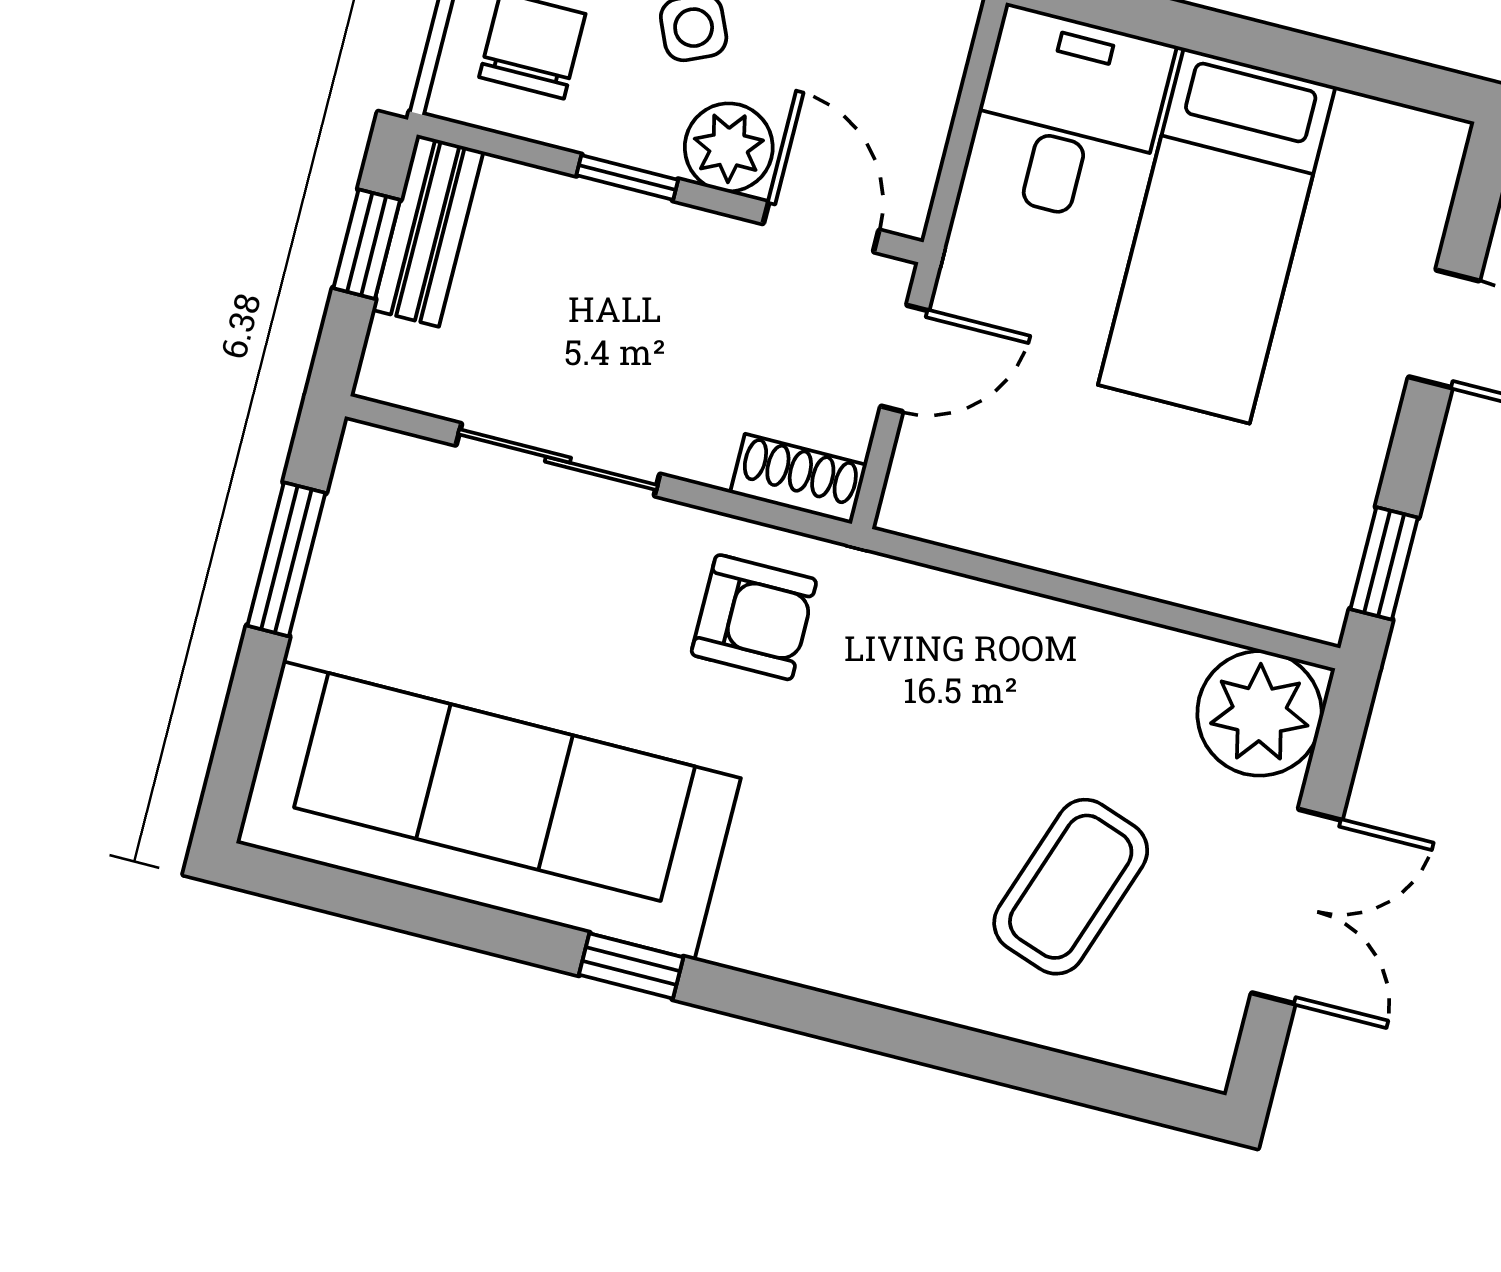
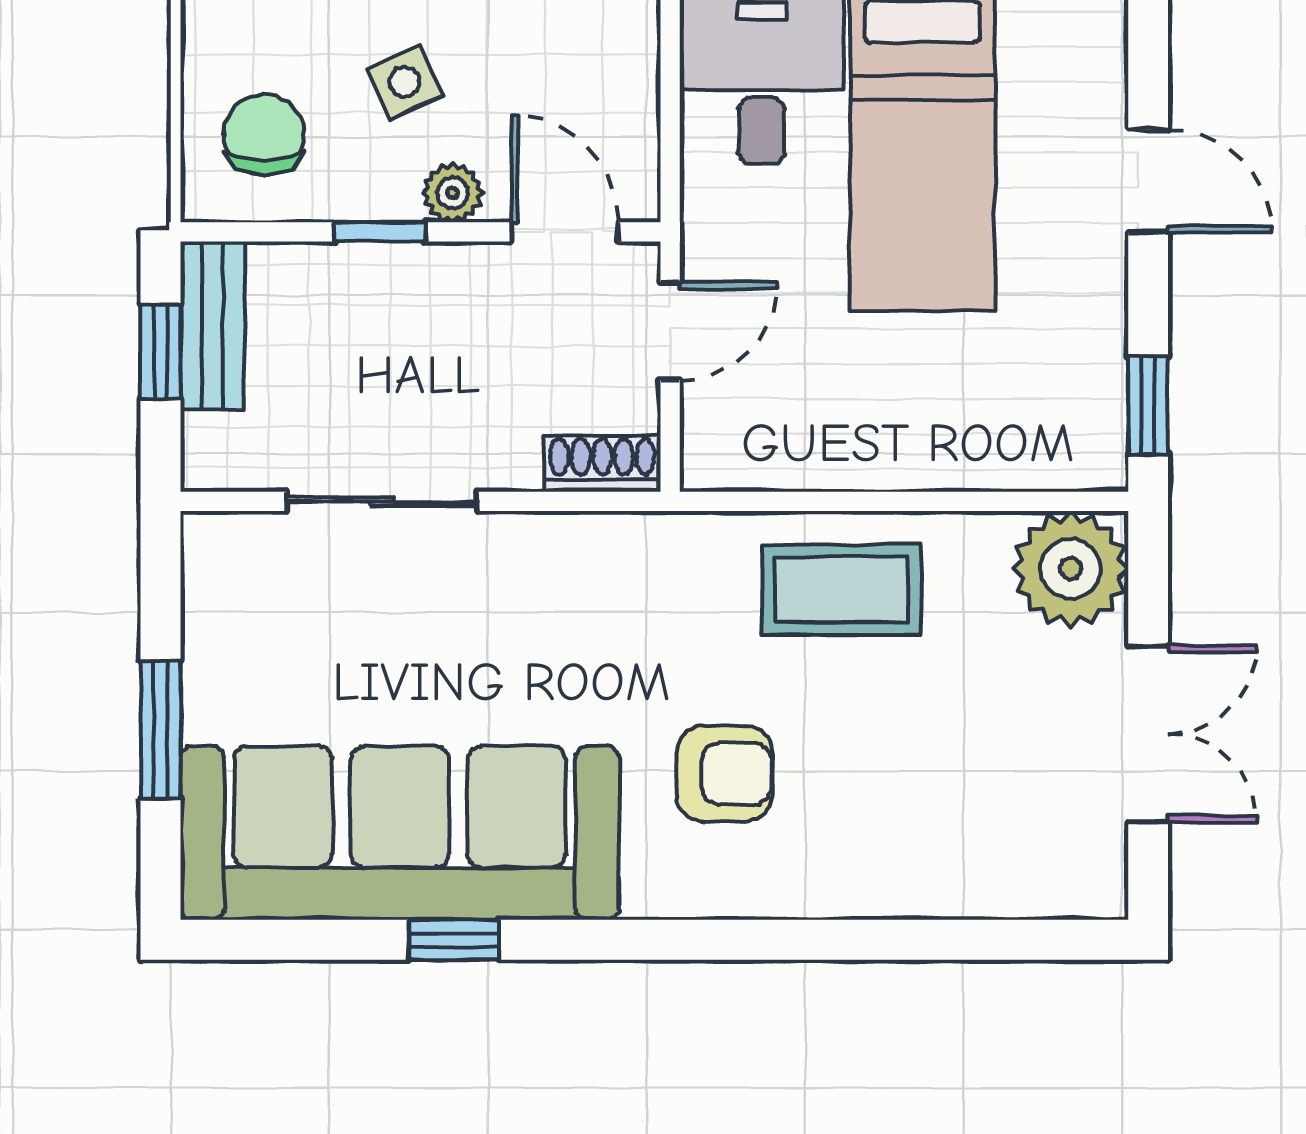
plant: (729, 147) -> (453, 193), width x0.73, depth x0.73
window: (286, 559) -> (161, 730), moved
armchair: (754, 617) -> (725, 774), moved
coffee table: (1071, 887) -> (841, 590), moved, turned 71
window: (631, 966) -> (454, 940), moved

